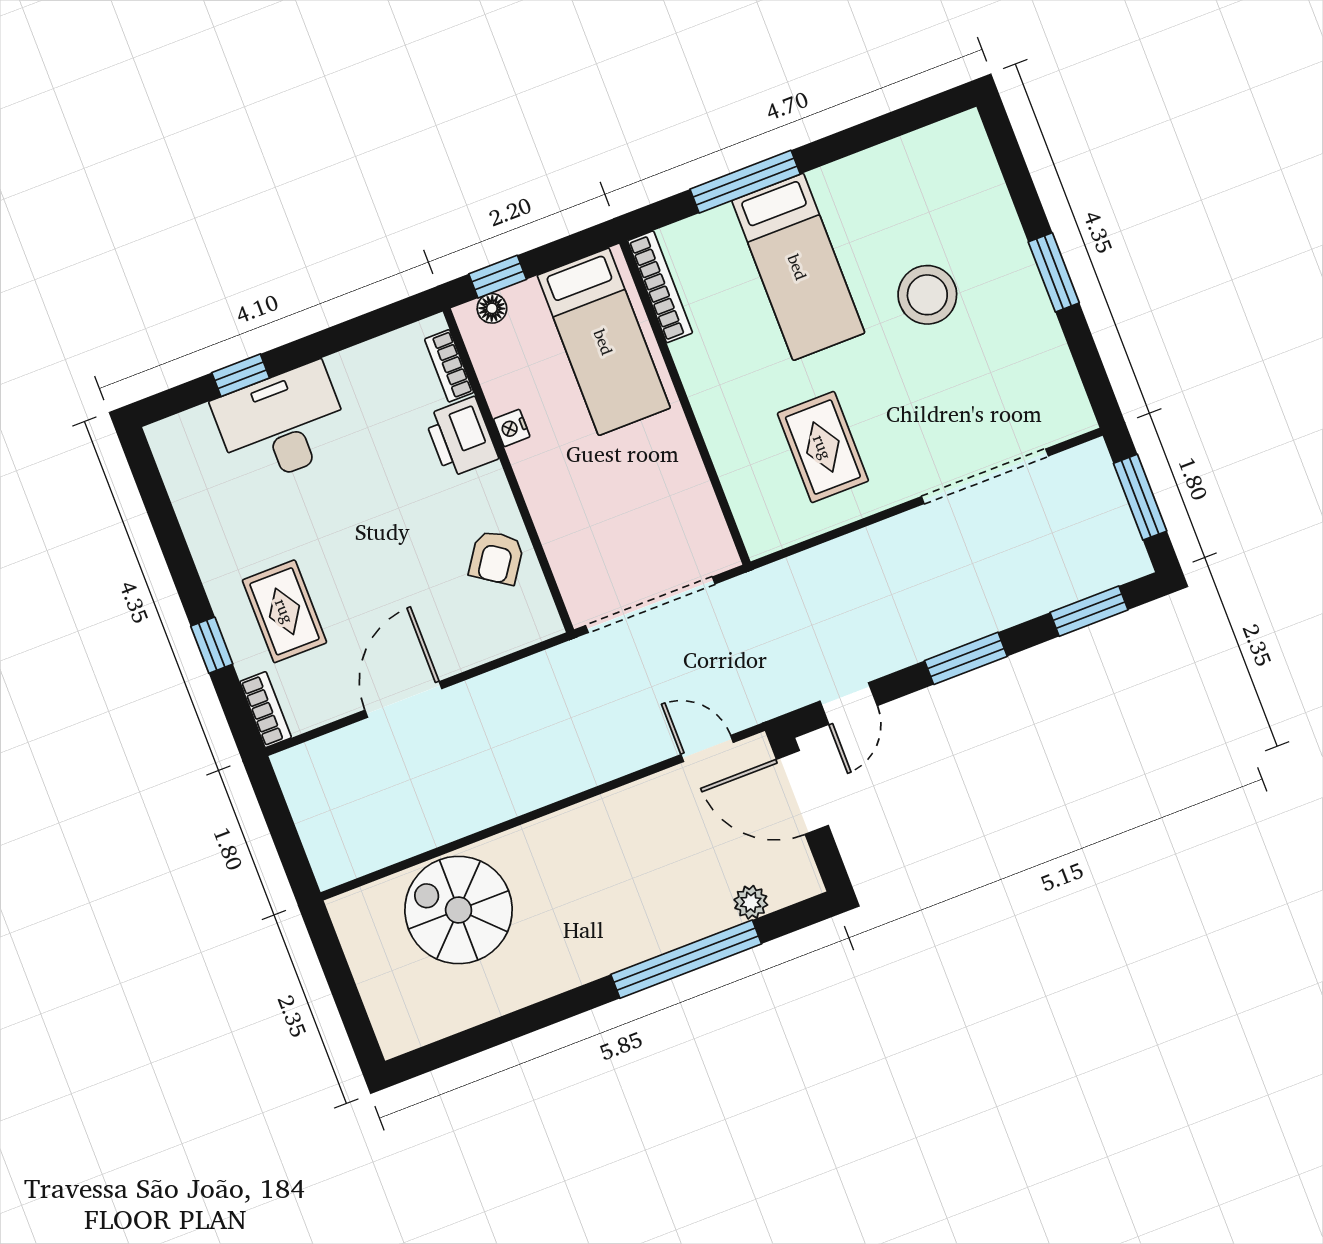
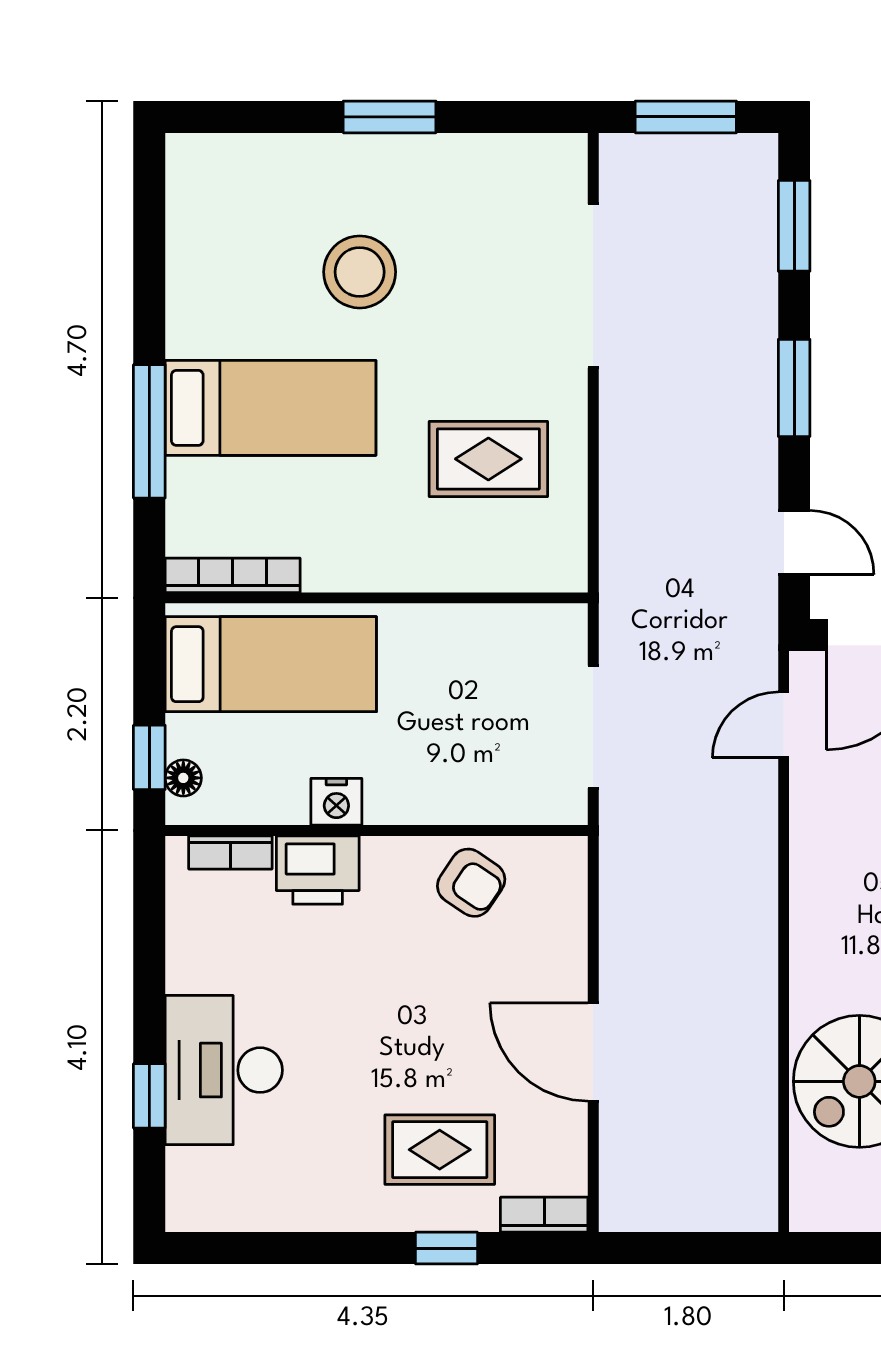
nightstand: (512, 428) -> (336, 802), width x1.39, depth x1.35
doorway: (650, 605) -> (593, 727), width x0.73

